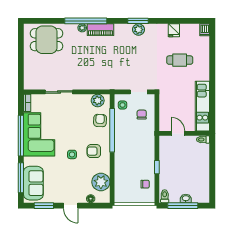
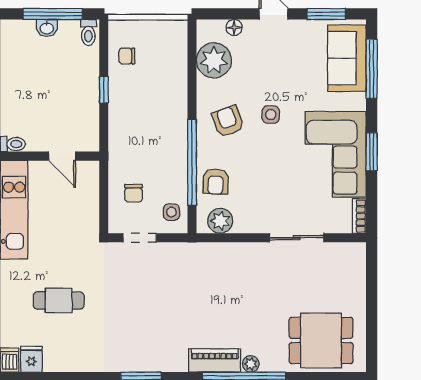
plant: (138, 30) -> (140, 361), removed
fridge: (174, 30) -> (31, 359), moved
window: (21, 136) -> (372, 152), width x0.47
armchair: (94, 151) -> (228, 121), turned -110

